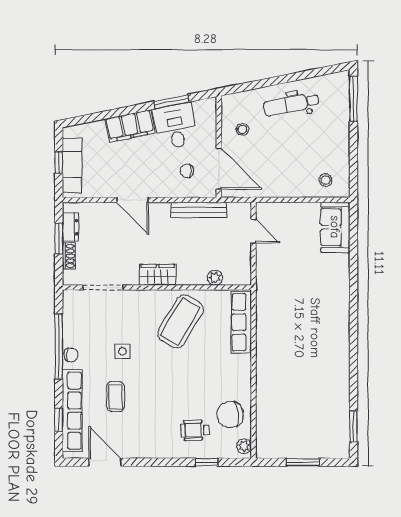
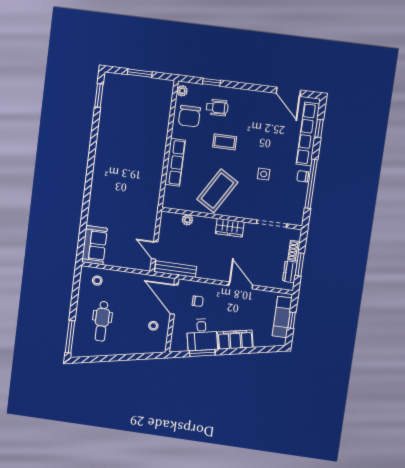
dental chair: (291, 104) -> (102, 321), moved, turned 101
bench: (199, 210) -> (176, 269), moved
row of seats: (241, 322) -> (175, 162), moved
coffee table: (116, 397) -> (225, 142), moved, turned 90
chair: (230, 414) -> (189, 116), turned 96

